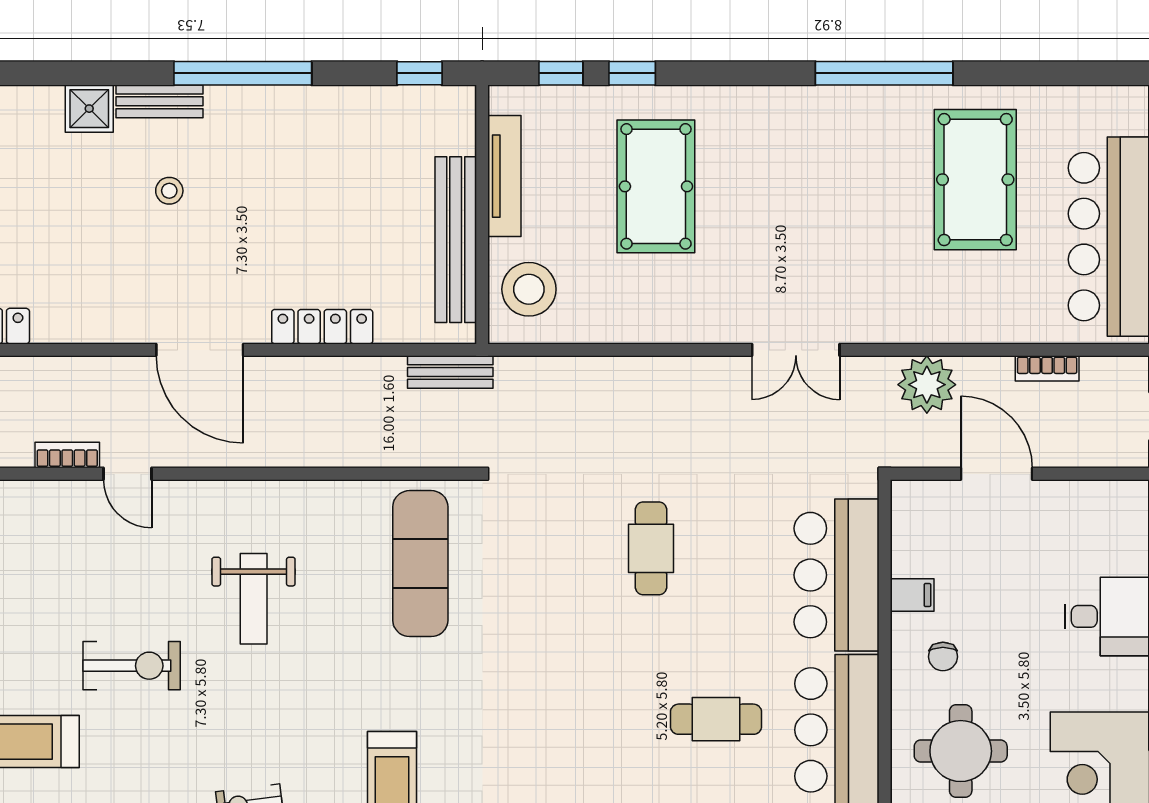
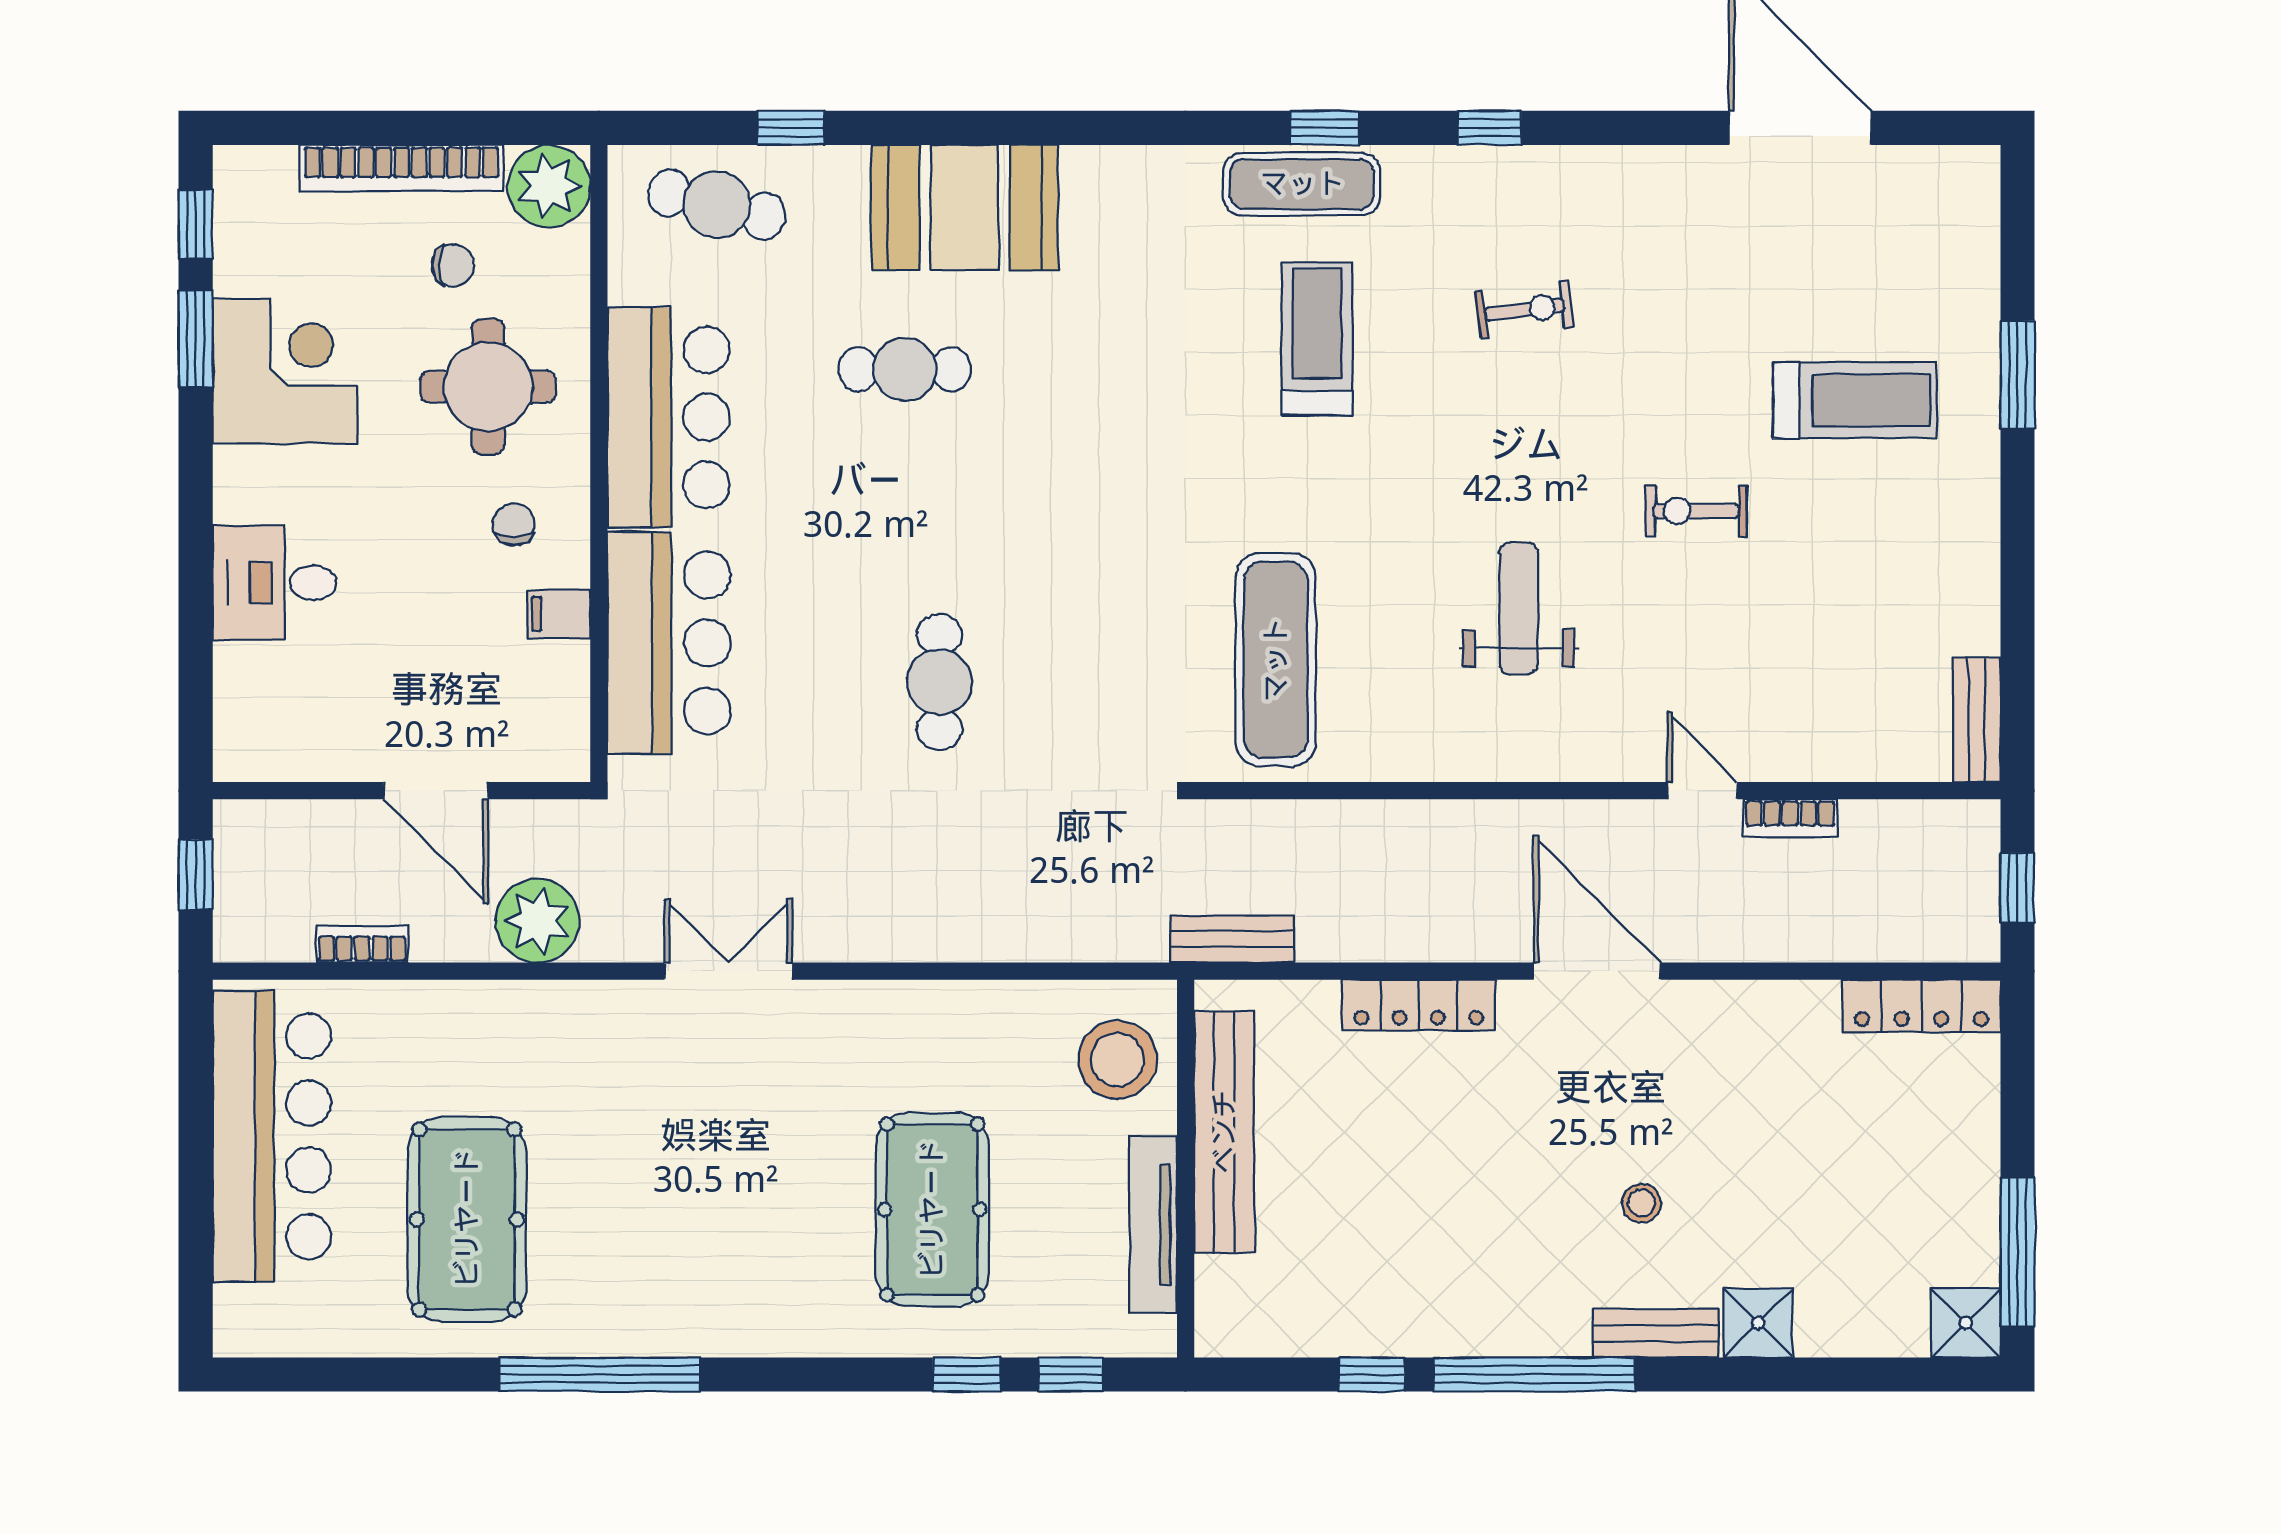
window: (420, 73) -> (1372, 1374), moved
exercise bike: (132, 666) -> (1696, 511), width x0.73, depth x0.72
cafe table: (716, 719) -> (905, 369), moved

